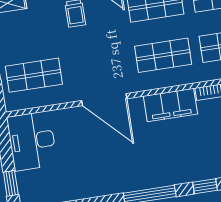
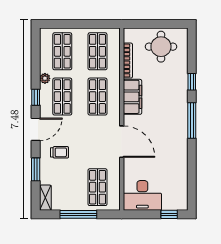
door: (104, 100) -> (122, 142), hinge flipped

